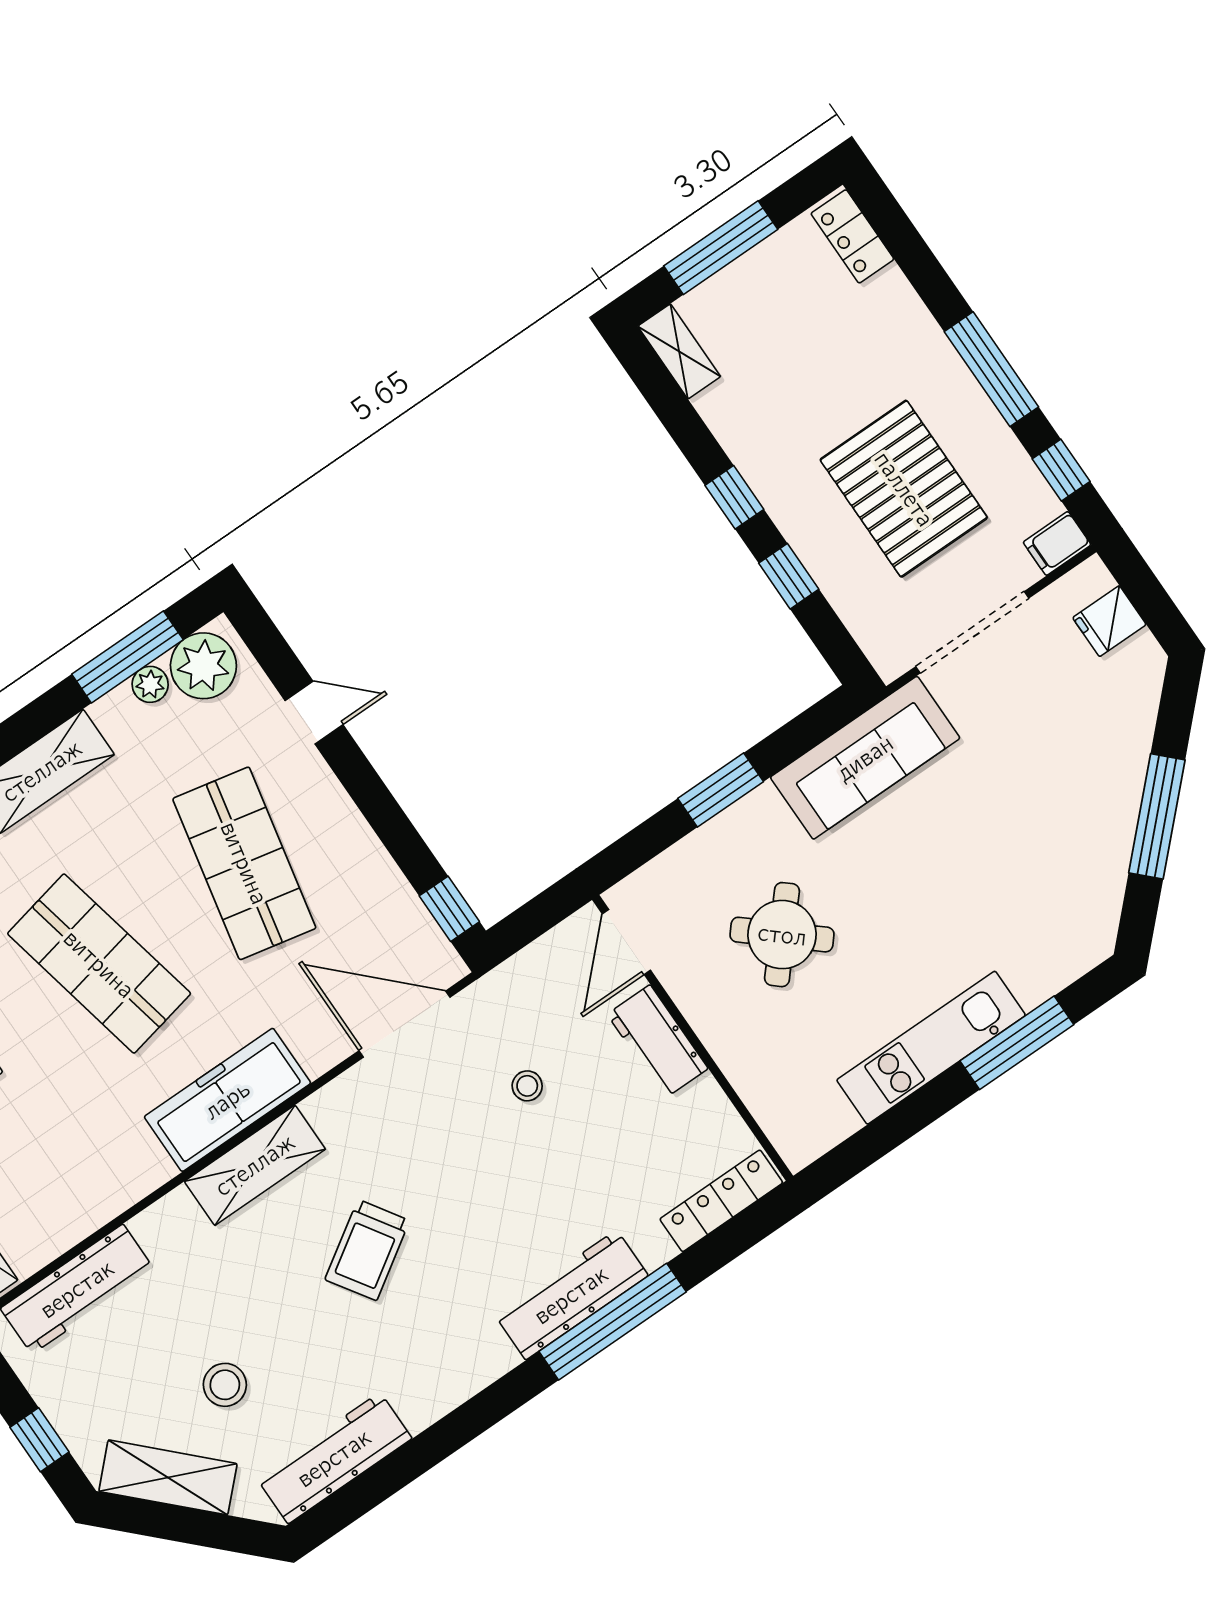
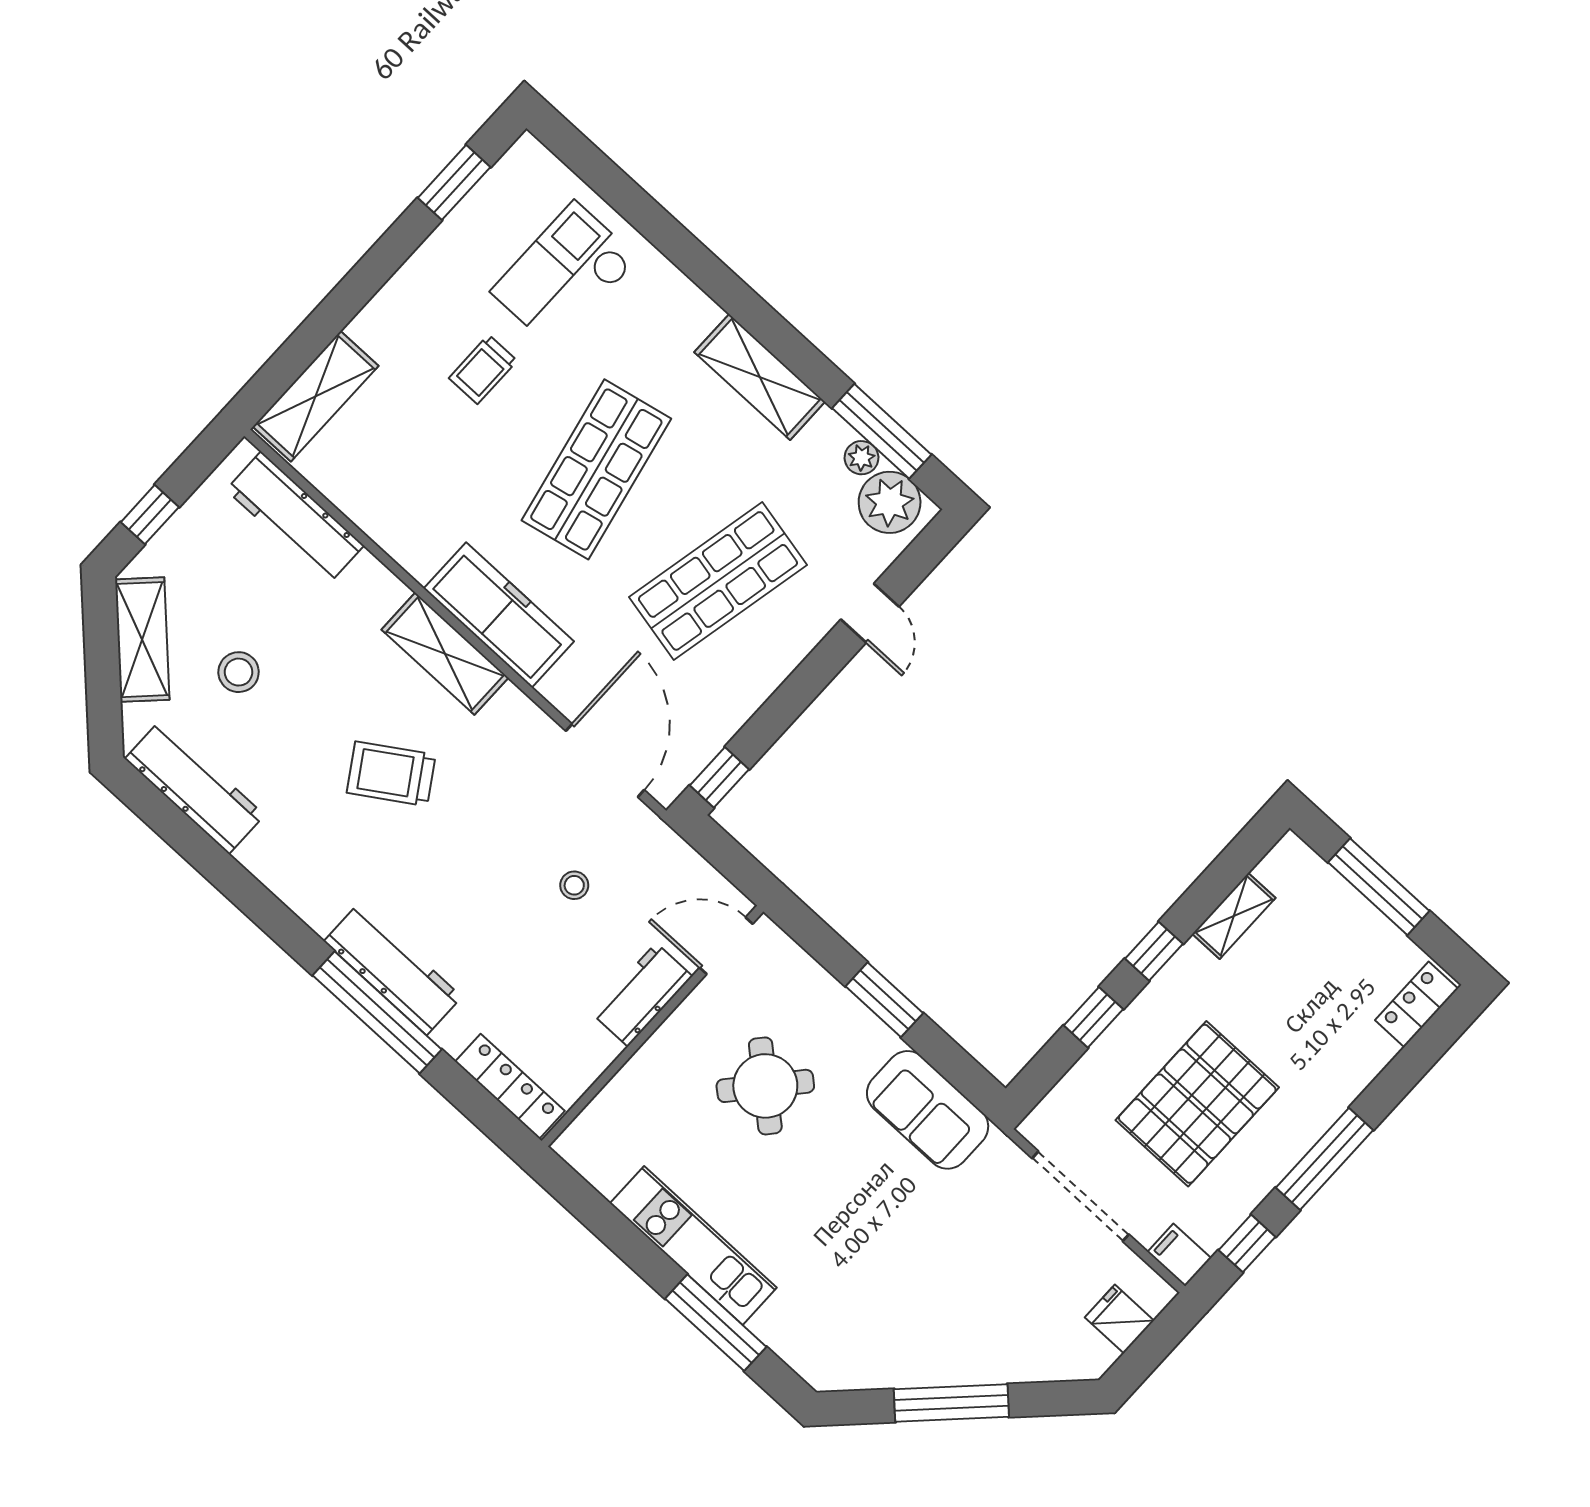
shelving: (679, 351) -> (1234, 916), moved
sofa: (865, 758) -> (928, 1110), width x0.73

